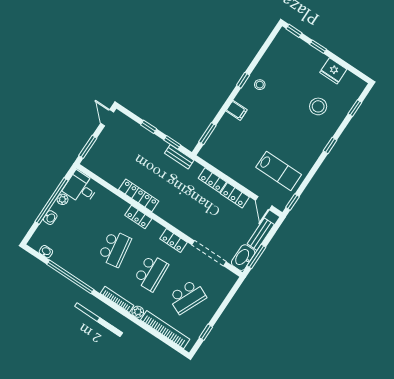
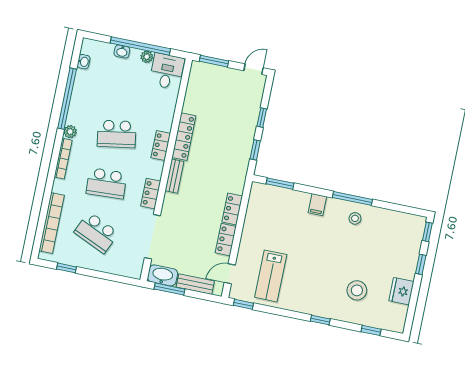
window: (243, 80) -> (352, 198), width x2.17
bench: (179, 157) -> (174, 176), moved
plant: (138, 312) -> (70, 132), moved

